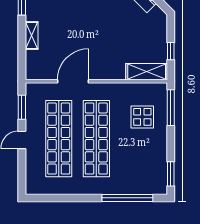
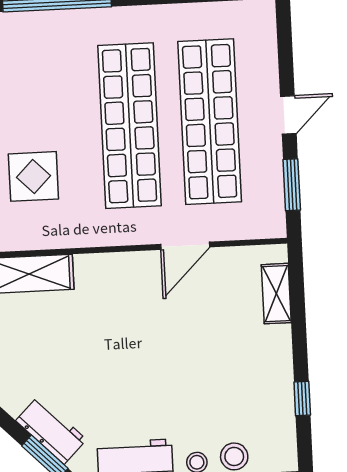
shelving: (32, 35) -> (276, 294), moved
door: (73, 81) -> (185, 246), width x0.73

